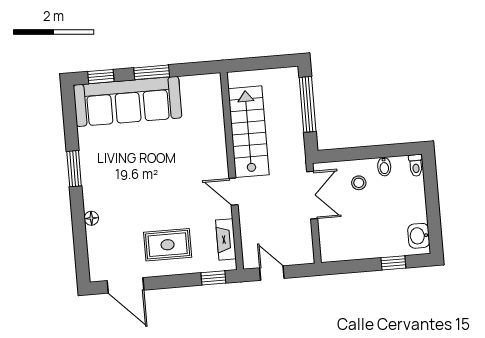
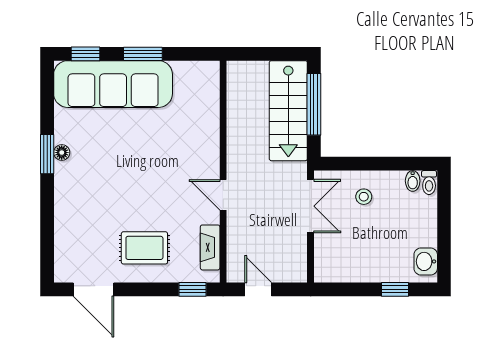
stairs: (248, 132) -> (288, 111), moved, turned 180
bidet: (384, 167) -> (413, 181), moved
floor lamp: (91, 218) -> (62, 153), moved

